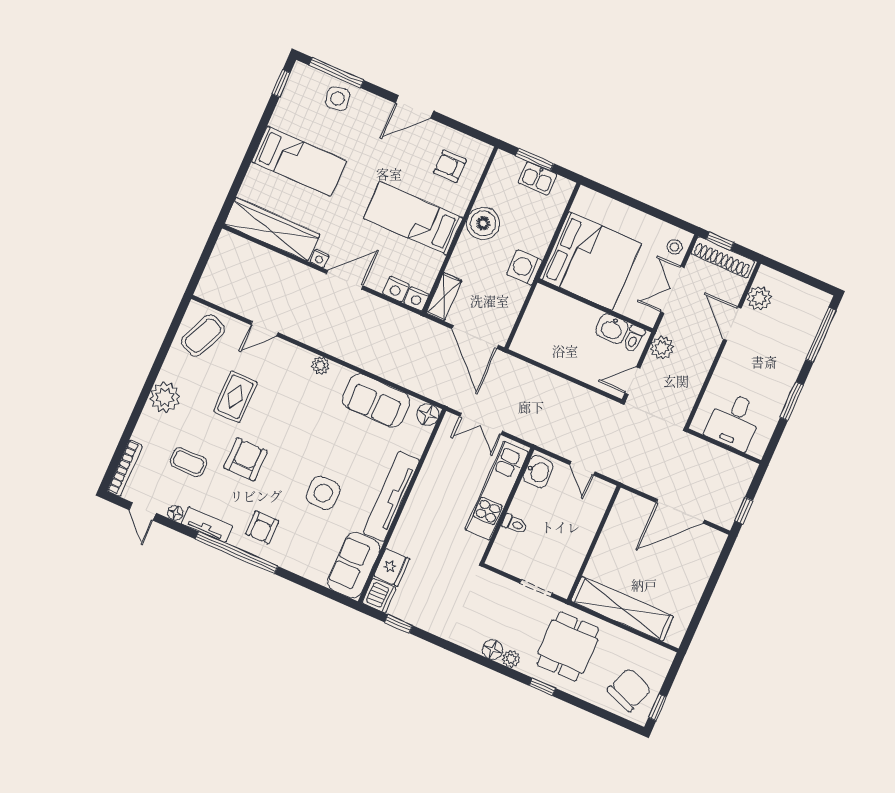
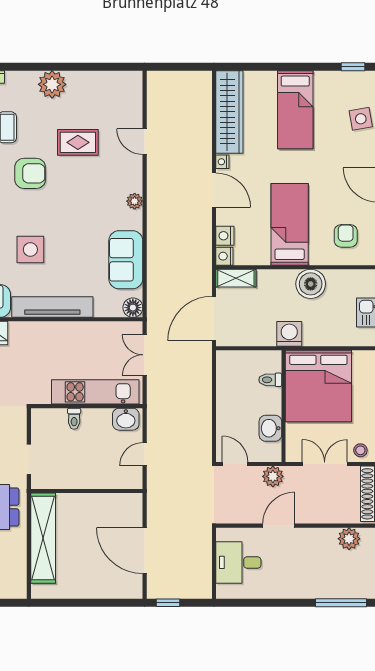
door: (732, 324) -> (279, 526), moved
coffee table: (203, 336) -> (117, 93), removed
toilet: (634, 339) -> (270, 380), moved
window: (792, 401) -> (276, 603), removed

